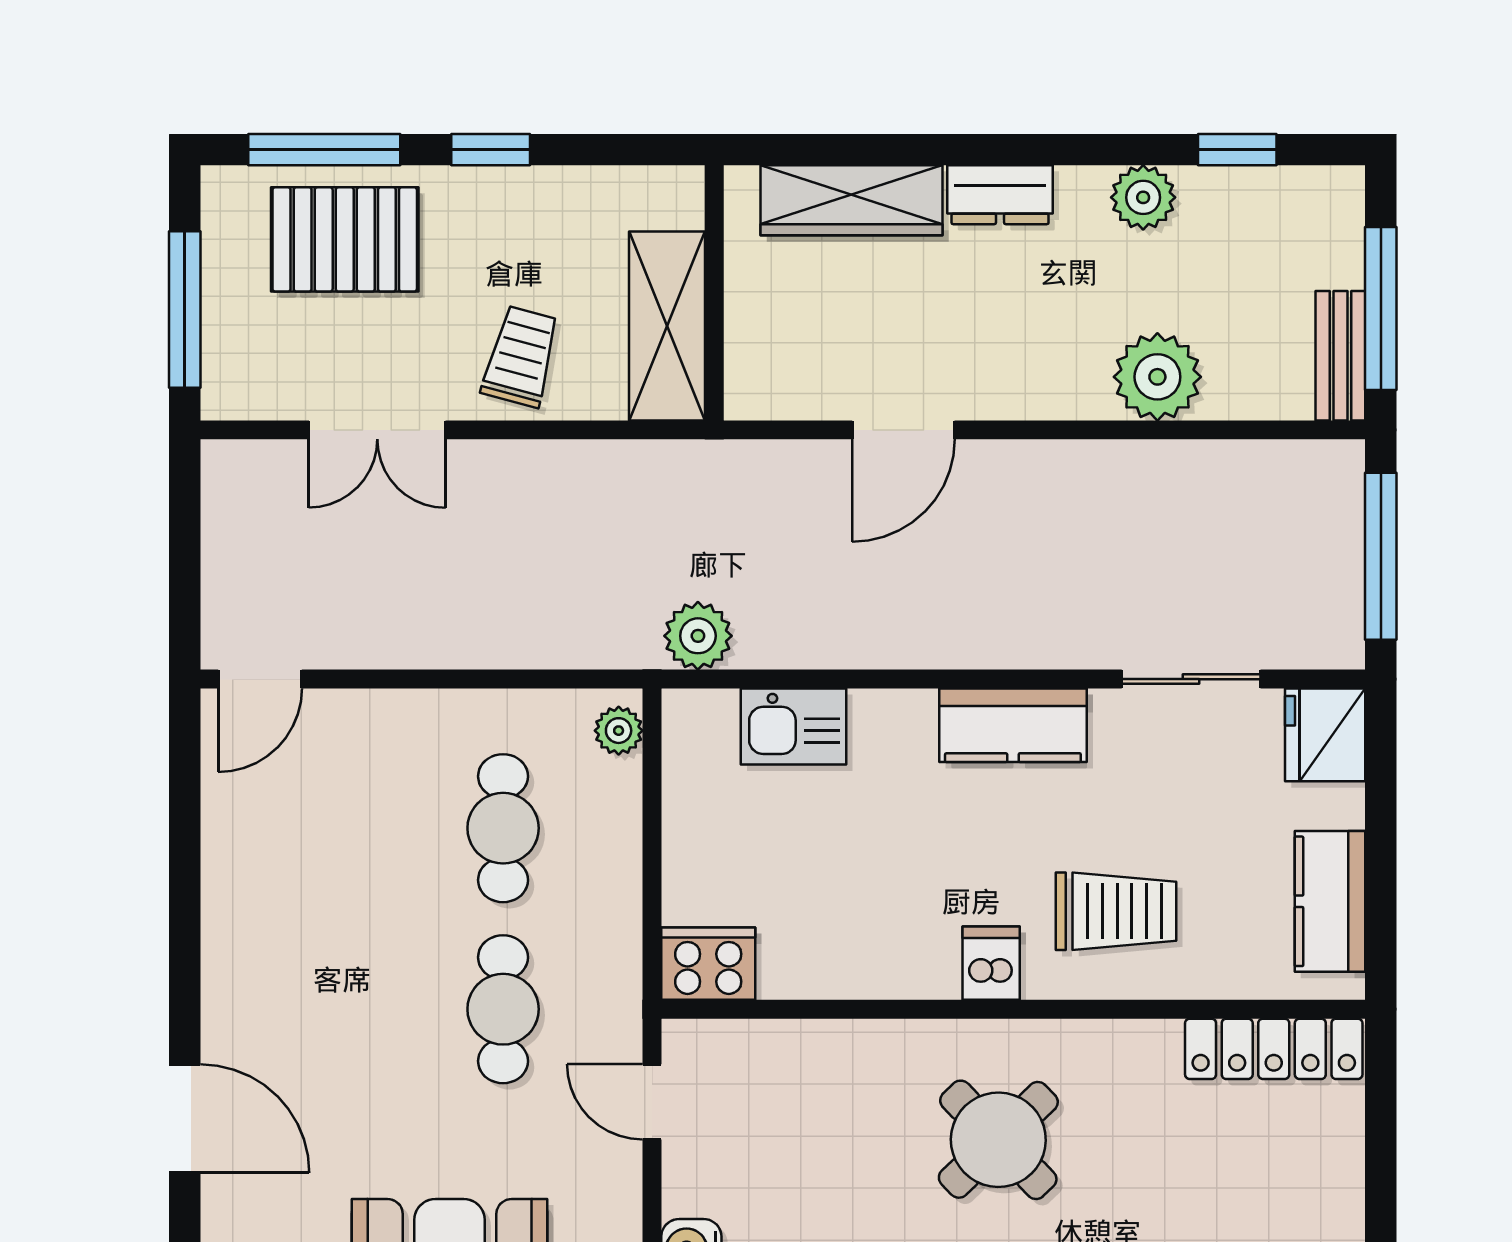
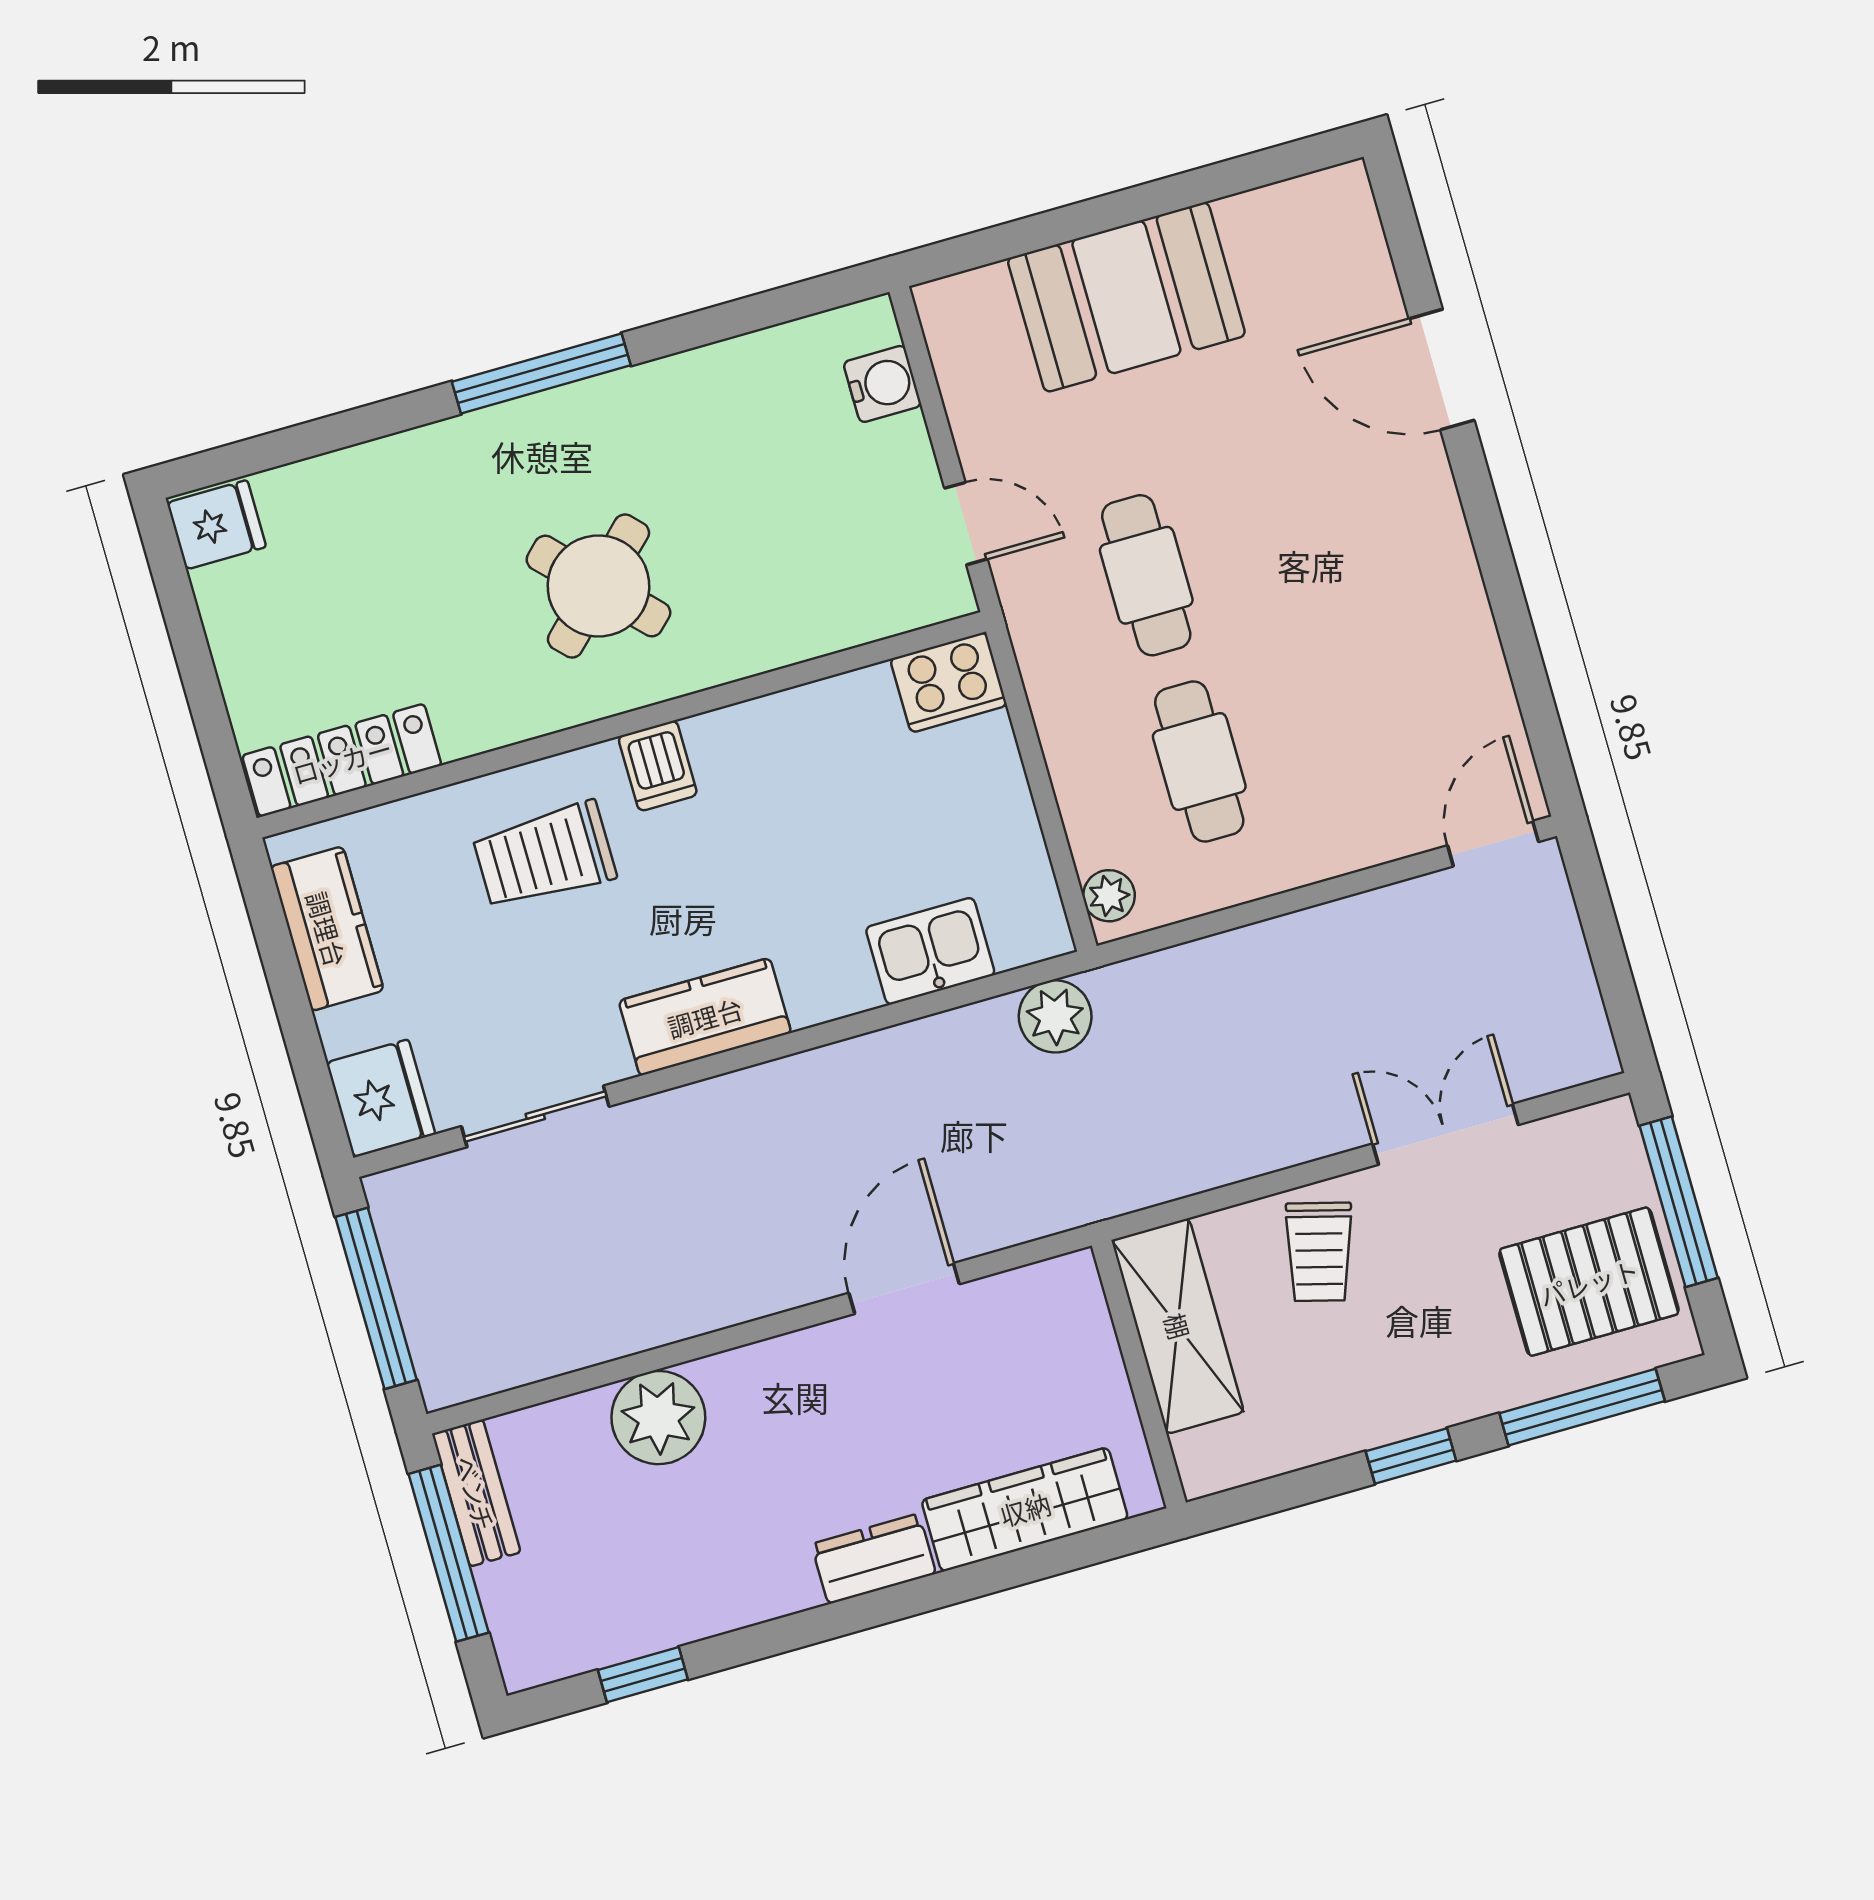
plant: (1143, 197) -> (726, 1598), removed
pallet: (345, 239) -> (1589, 1282), moved

